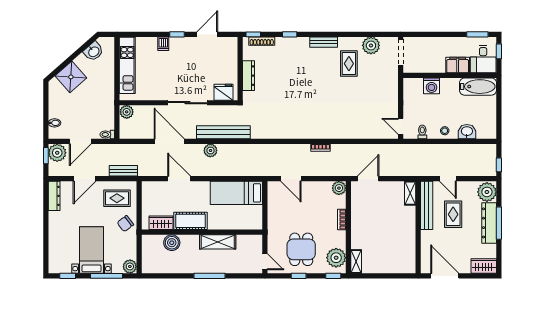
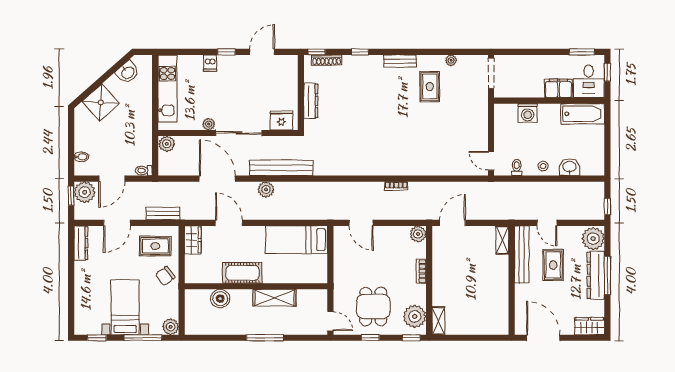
plant: (371, 45) -> (451, 60), width x0.53, depth x0.53
plant: (162, 95) -> (209, 124), added
wardrobe: (161, 223) -> (193, 240), moved, turned 90

